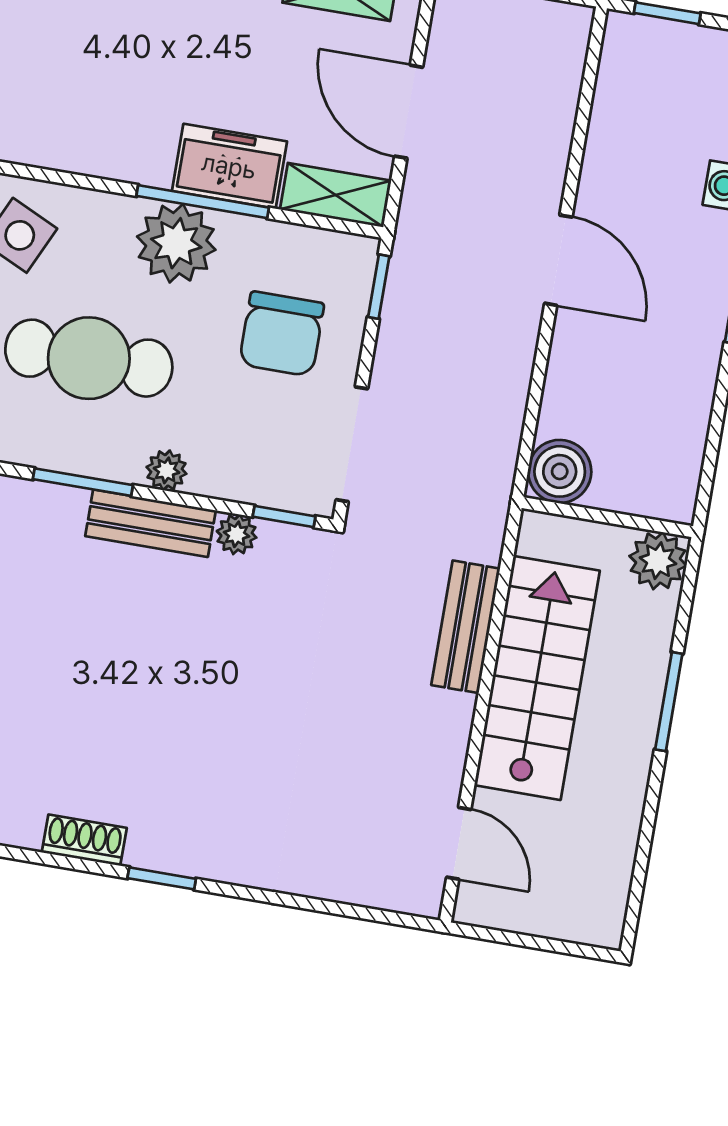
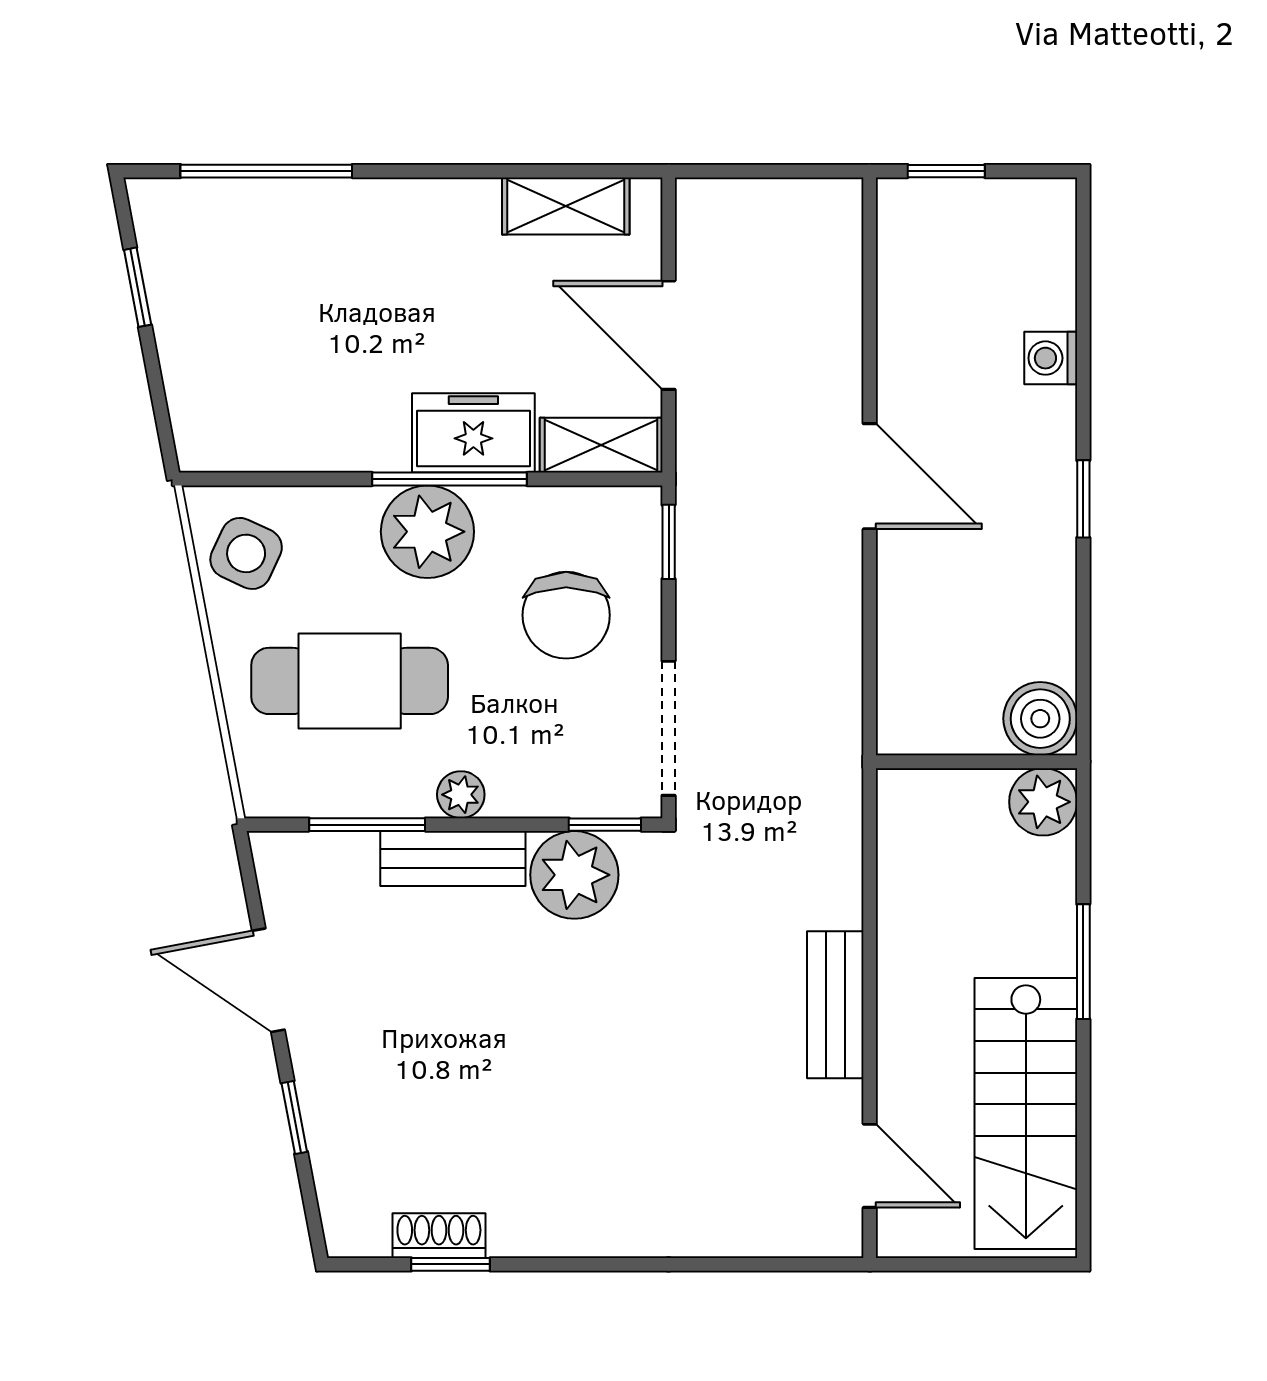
boiler: (560, 471) -> (1040, 719), moved
plant: (237, 534) -> (574, 875), width x1.87, depth x1.87
bench: (466, 627) -> (835, 1005), moved
stairs: (537, 678) -> (1026, 1113), moved, turned 180
window: (162, 878) -> (451, 1264), moved

